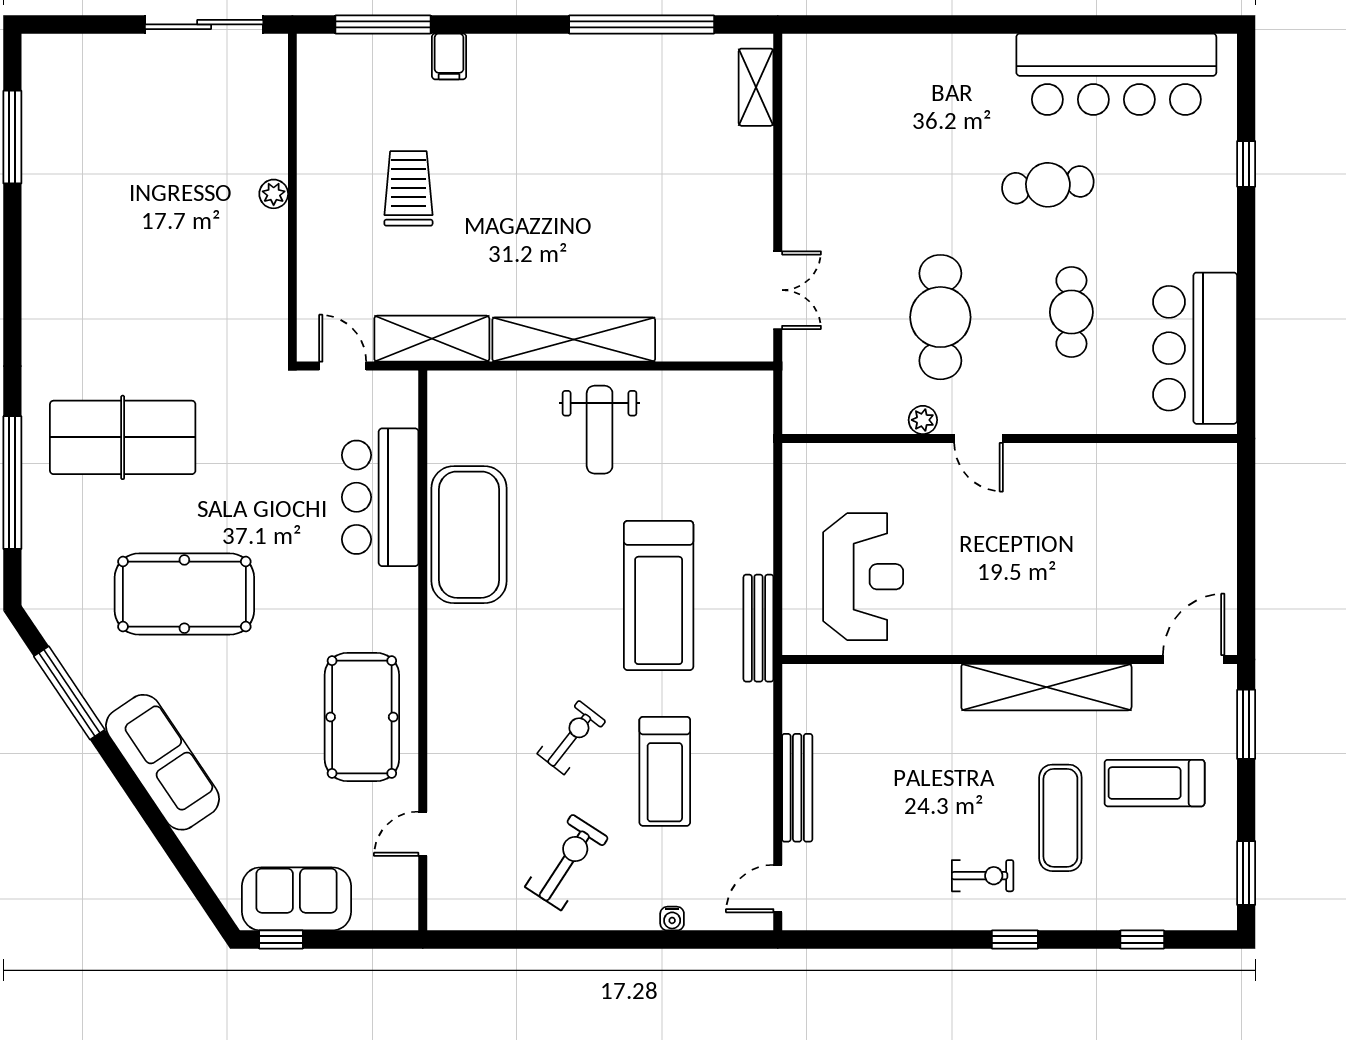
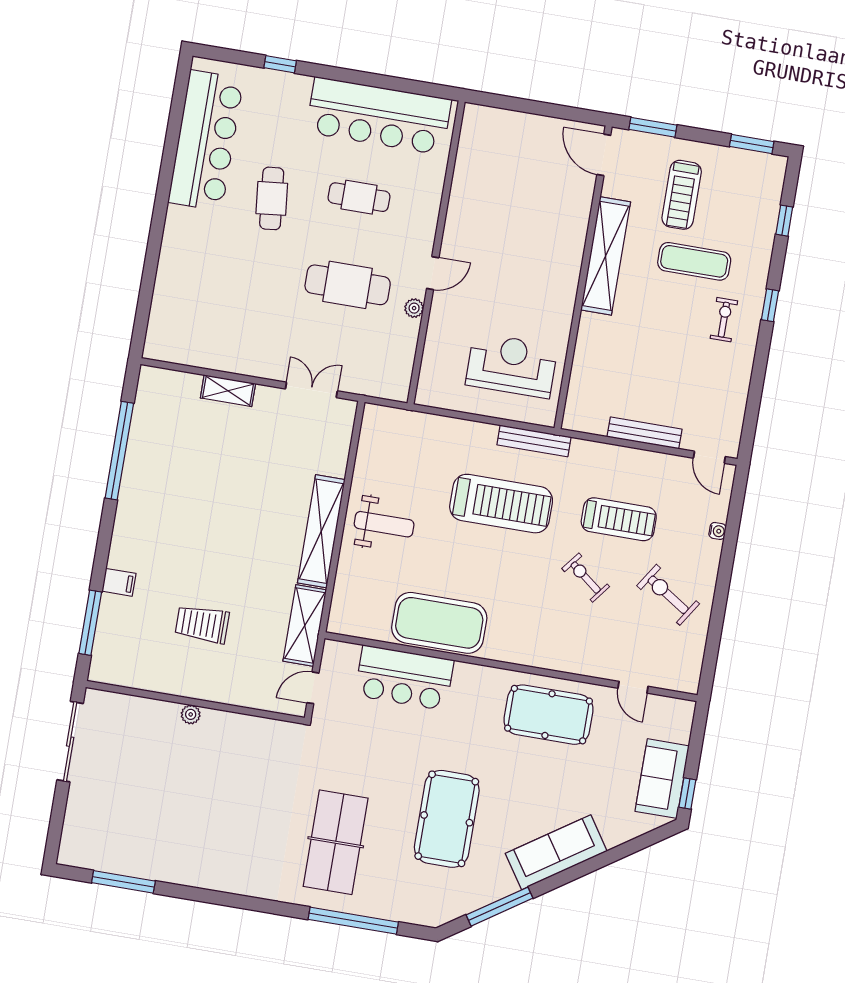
shelving: (756, 87) -> (228, 391), moved
bar counter: (1195, 348) -> (379, 116), width x1.36

